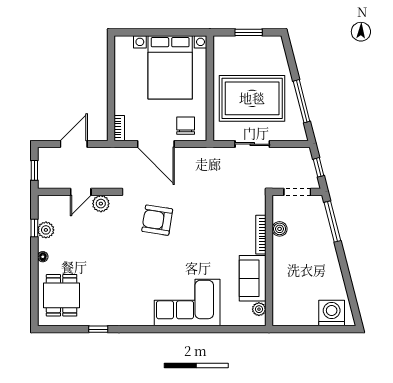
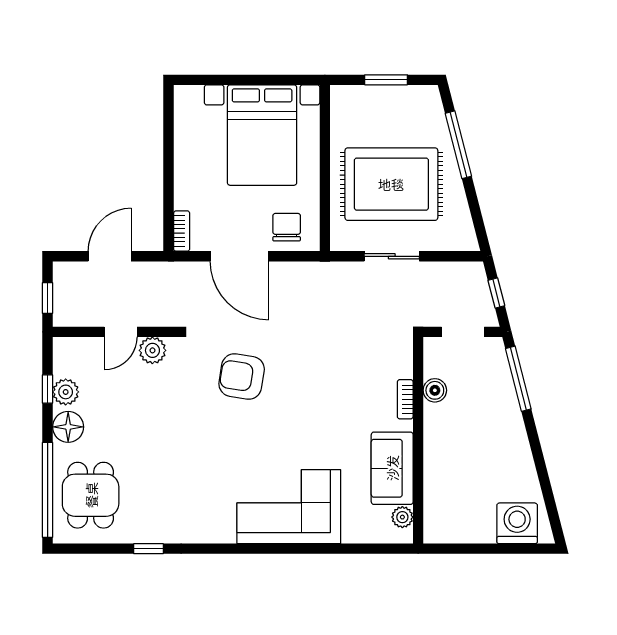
window: (302, 101) -> (458, 145), moved
bookcase: (261, 235) -> (405, 399), width x0.64
floor lamp: (43, 257) -> (68, 427), width x1.89, depth x1.89
window: (34, 292) -> (48, 490), added

